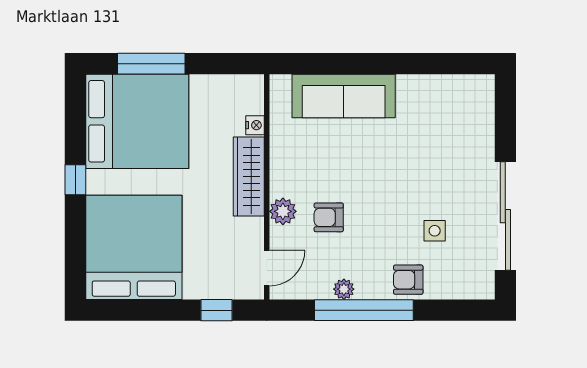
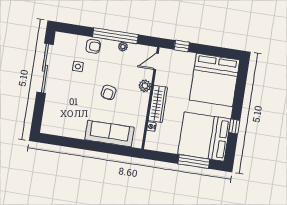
window: (75, 180) -> (234, 126), moved
armchair: (329, 217) -> (109, 92), moved, turned 101

